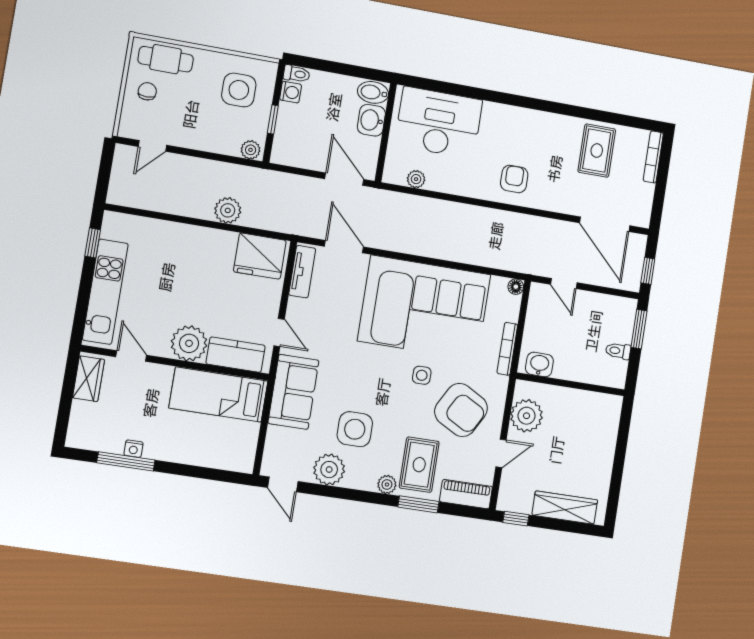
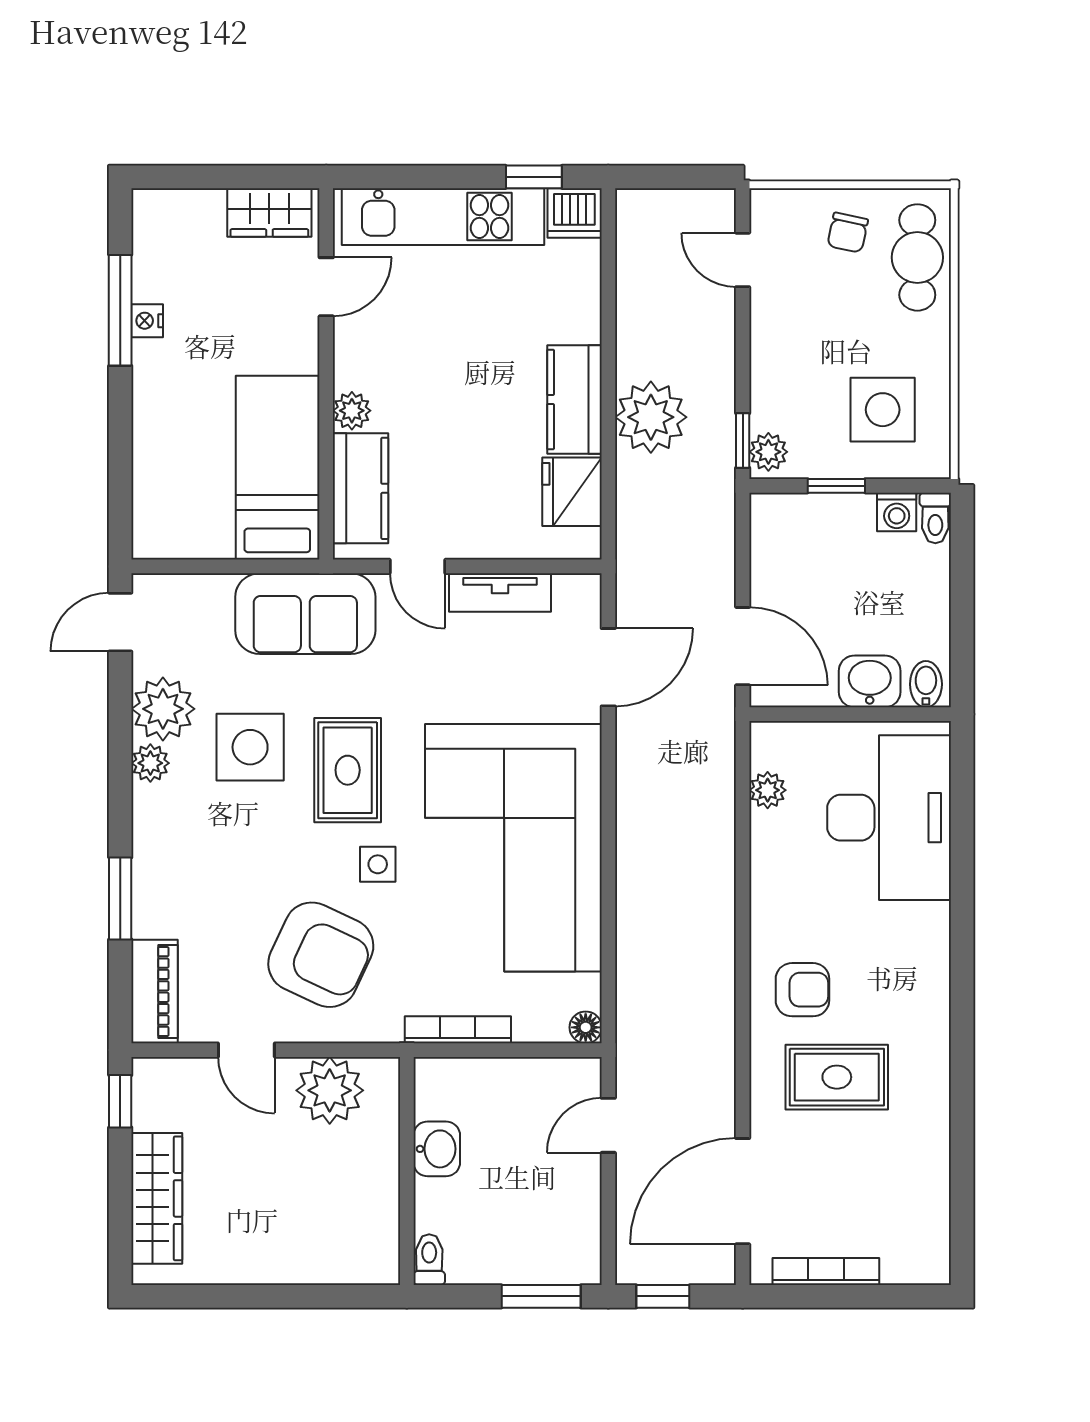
chair: (147, 91) -> (848, 233), turned 102
bidet: (373, 92) -> (926, 684), width x0.72, depth x0.74
rug: (597, 151) -> (837, 1077), moved
bookcase: (653, 157) -> (826, 1272), moved
window: (243, 162) -> (743, 441), added
door: (344, 179) -> (743, 646), hinge flipped
plant: (228, 210) -> (651, 417), width x1.36, depth x1.36
dishwasher: (114, 226) -> (574, 213), added
kitchen counter: (209, 241) -> (574, 399), added
fridge: (260, 256) -> (572, 492), width x0.73, depth x0.75
tv unit: (302, 272) -> (500, 593), moved
door: (279, 333) -> (418, 566), hinge flipped
plant: (189, 343) -> (352, 411), width x0.53, depth x0.53
toilet: (618, 351) -> (429, 1260), moved
washbasin: (539, 364) -> (437, 1149), moved
armchair: (461, 410) -> (321, 955), turned -94
rug: (419, 465) -> (348, 770), moved, turned 90
plant: (387, 485) -> (150, 763), moved

